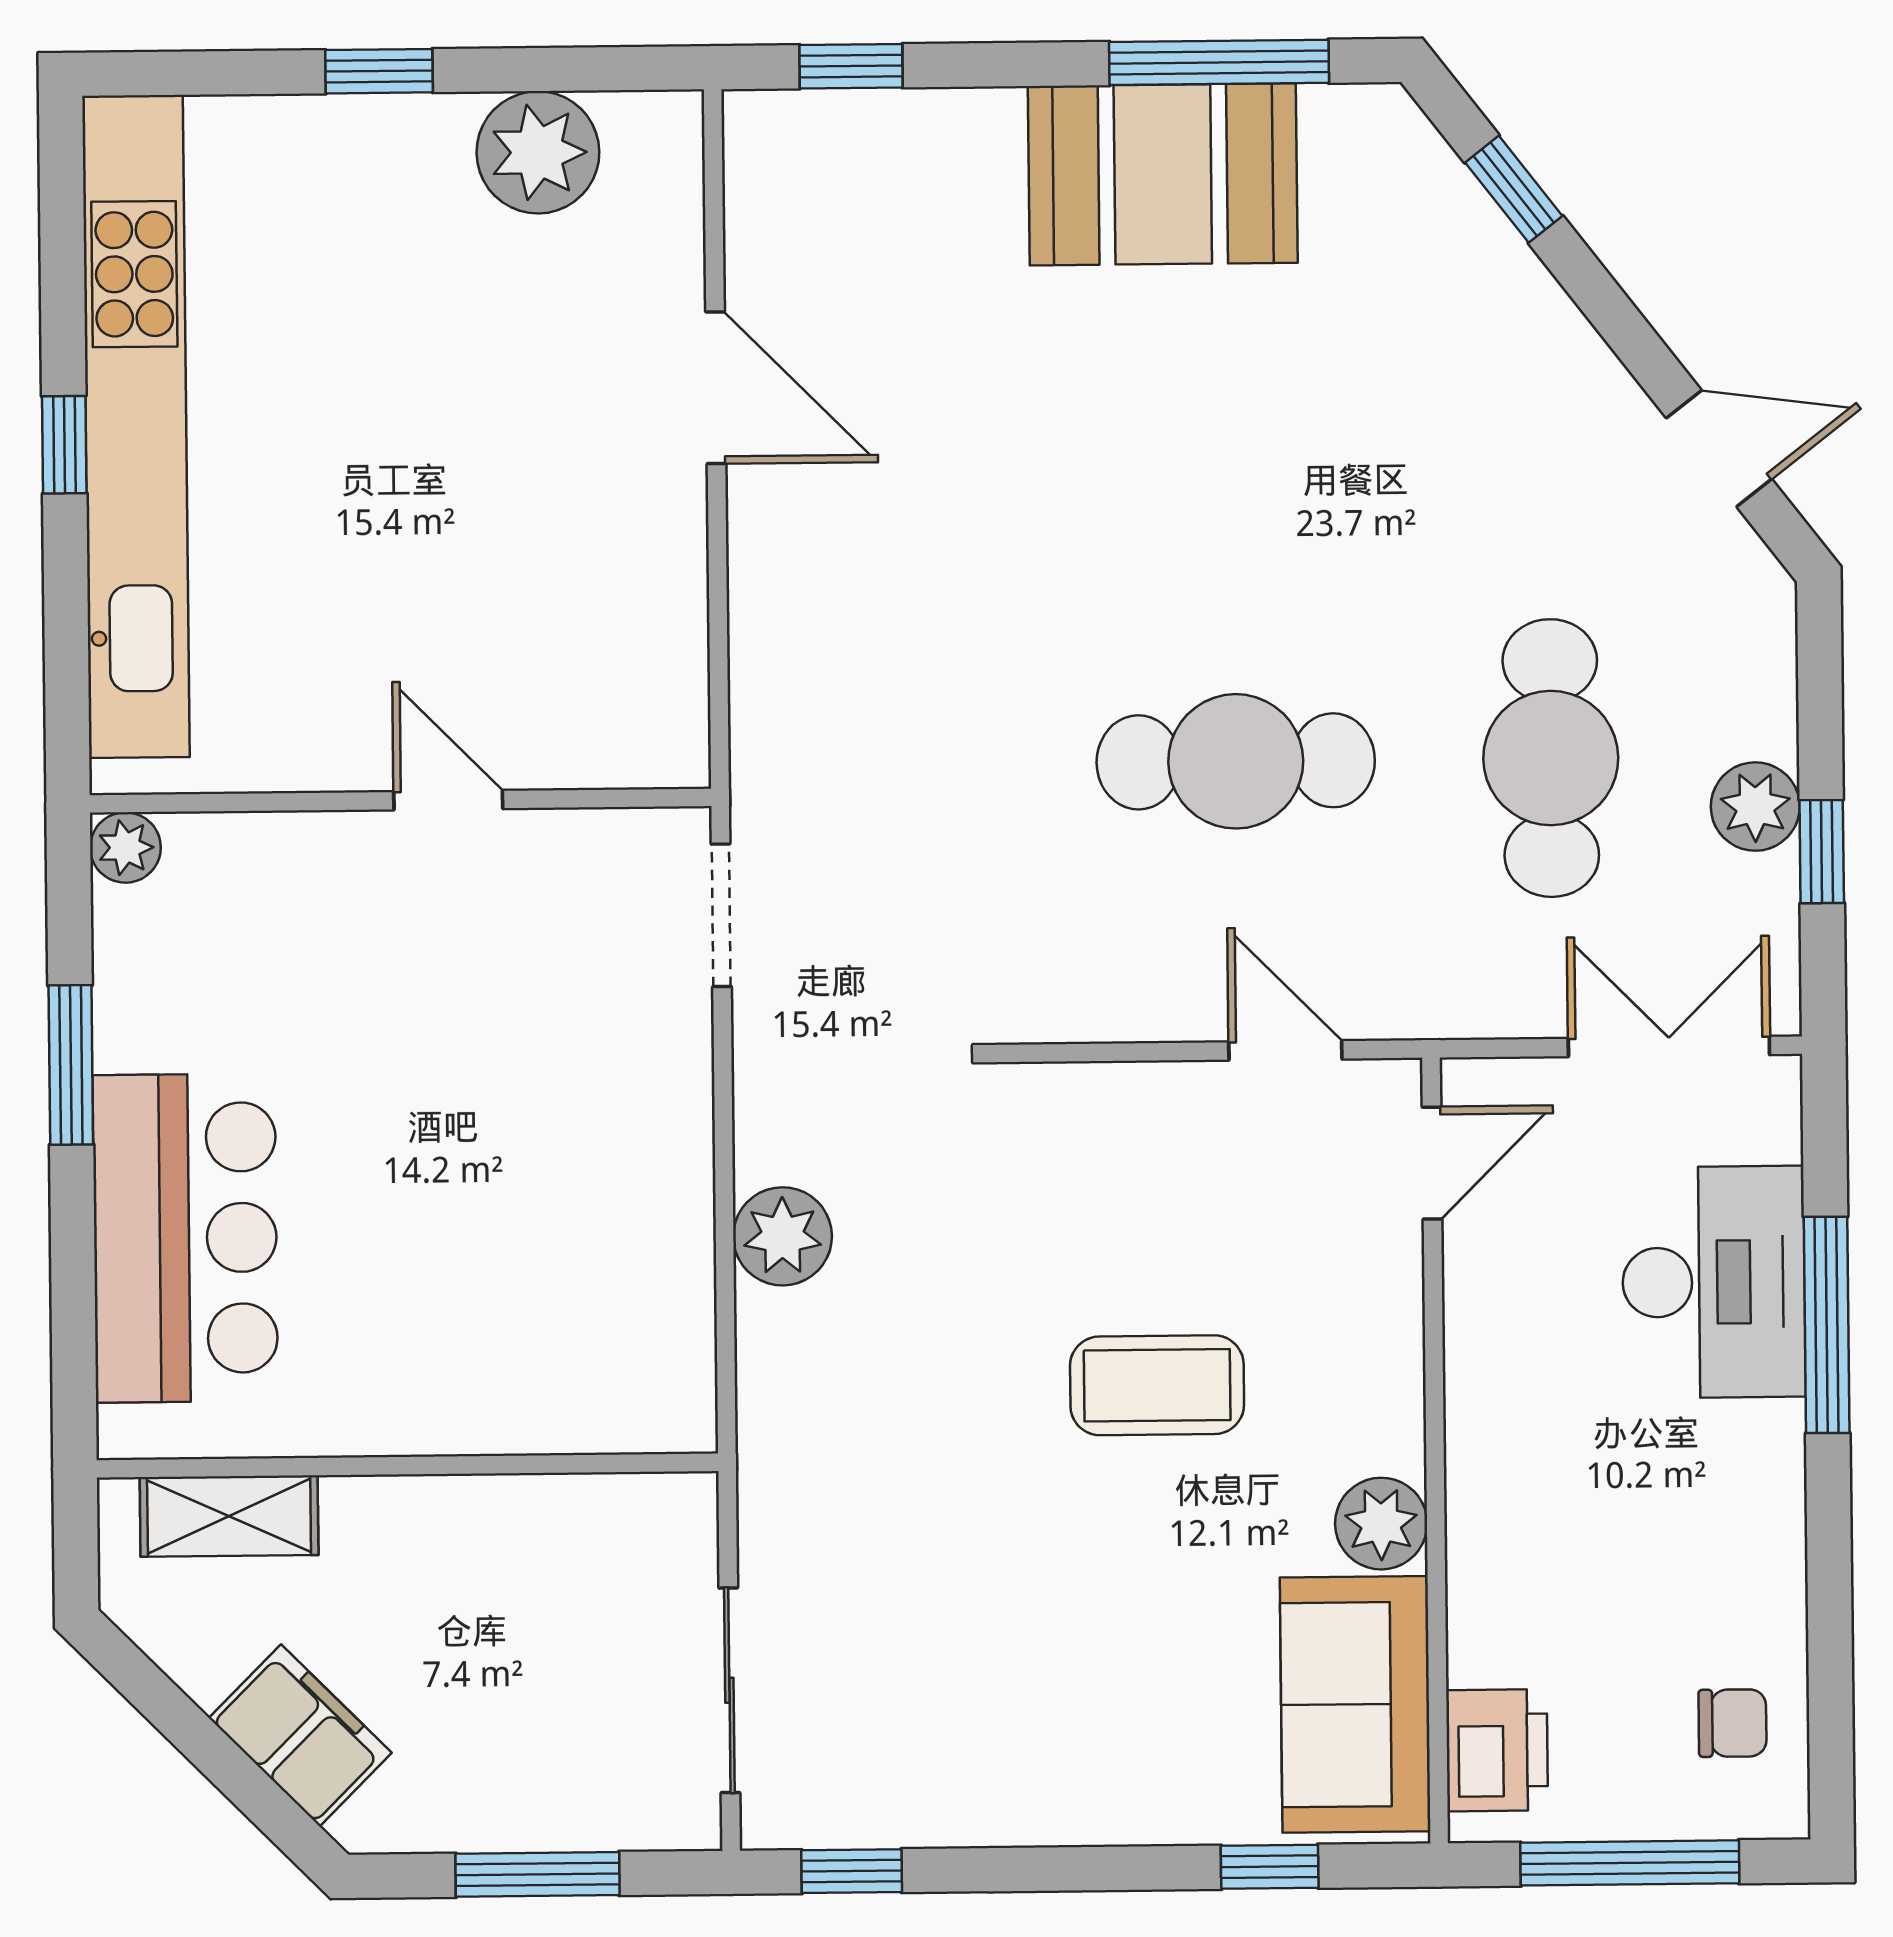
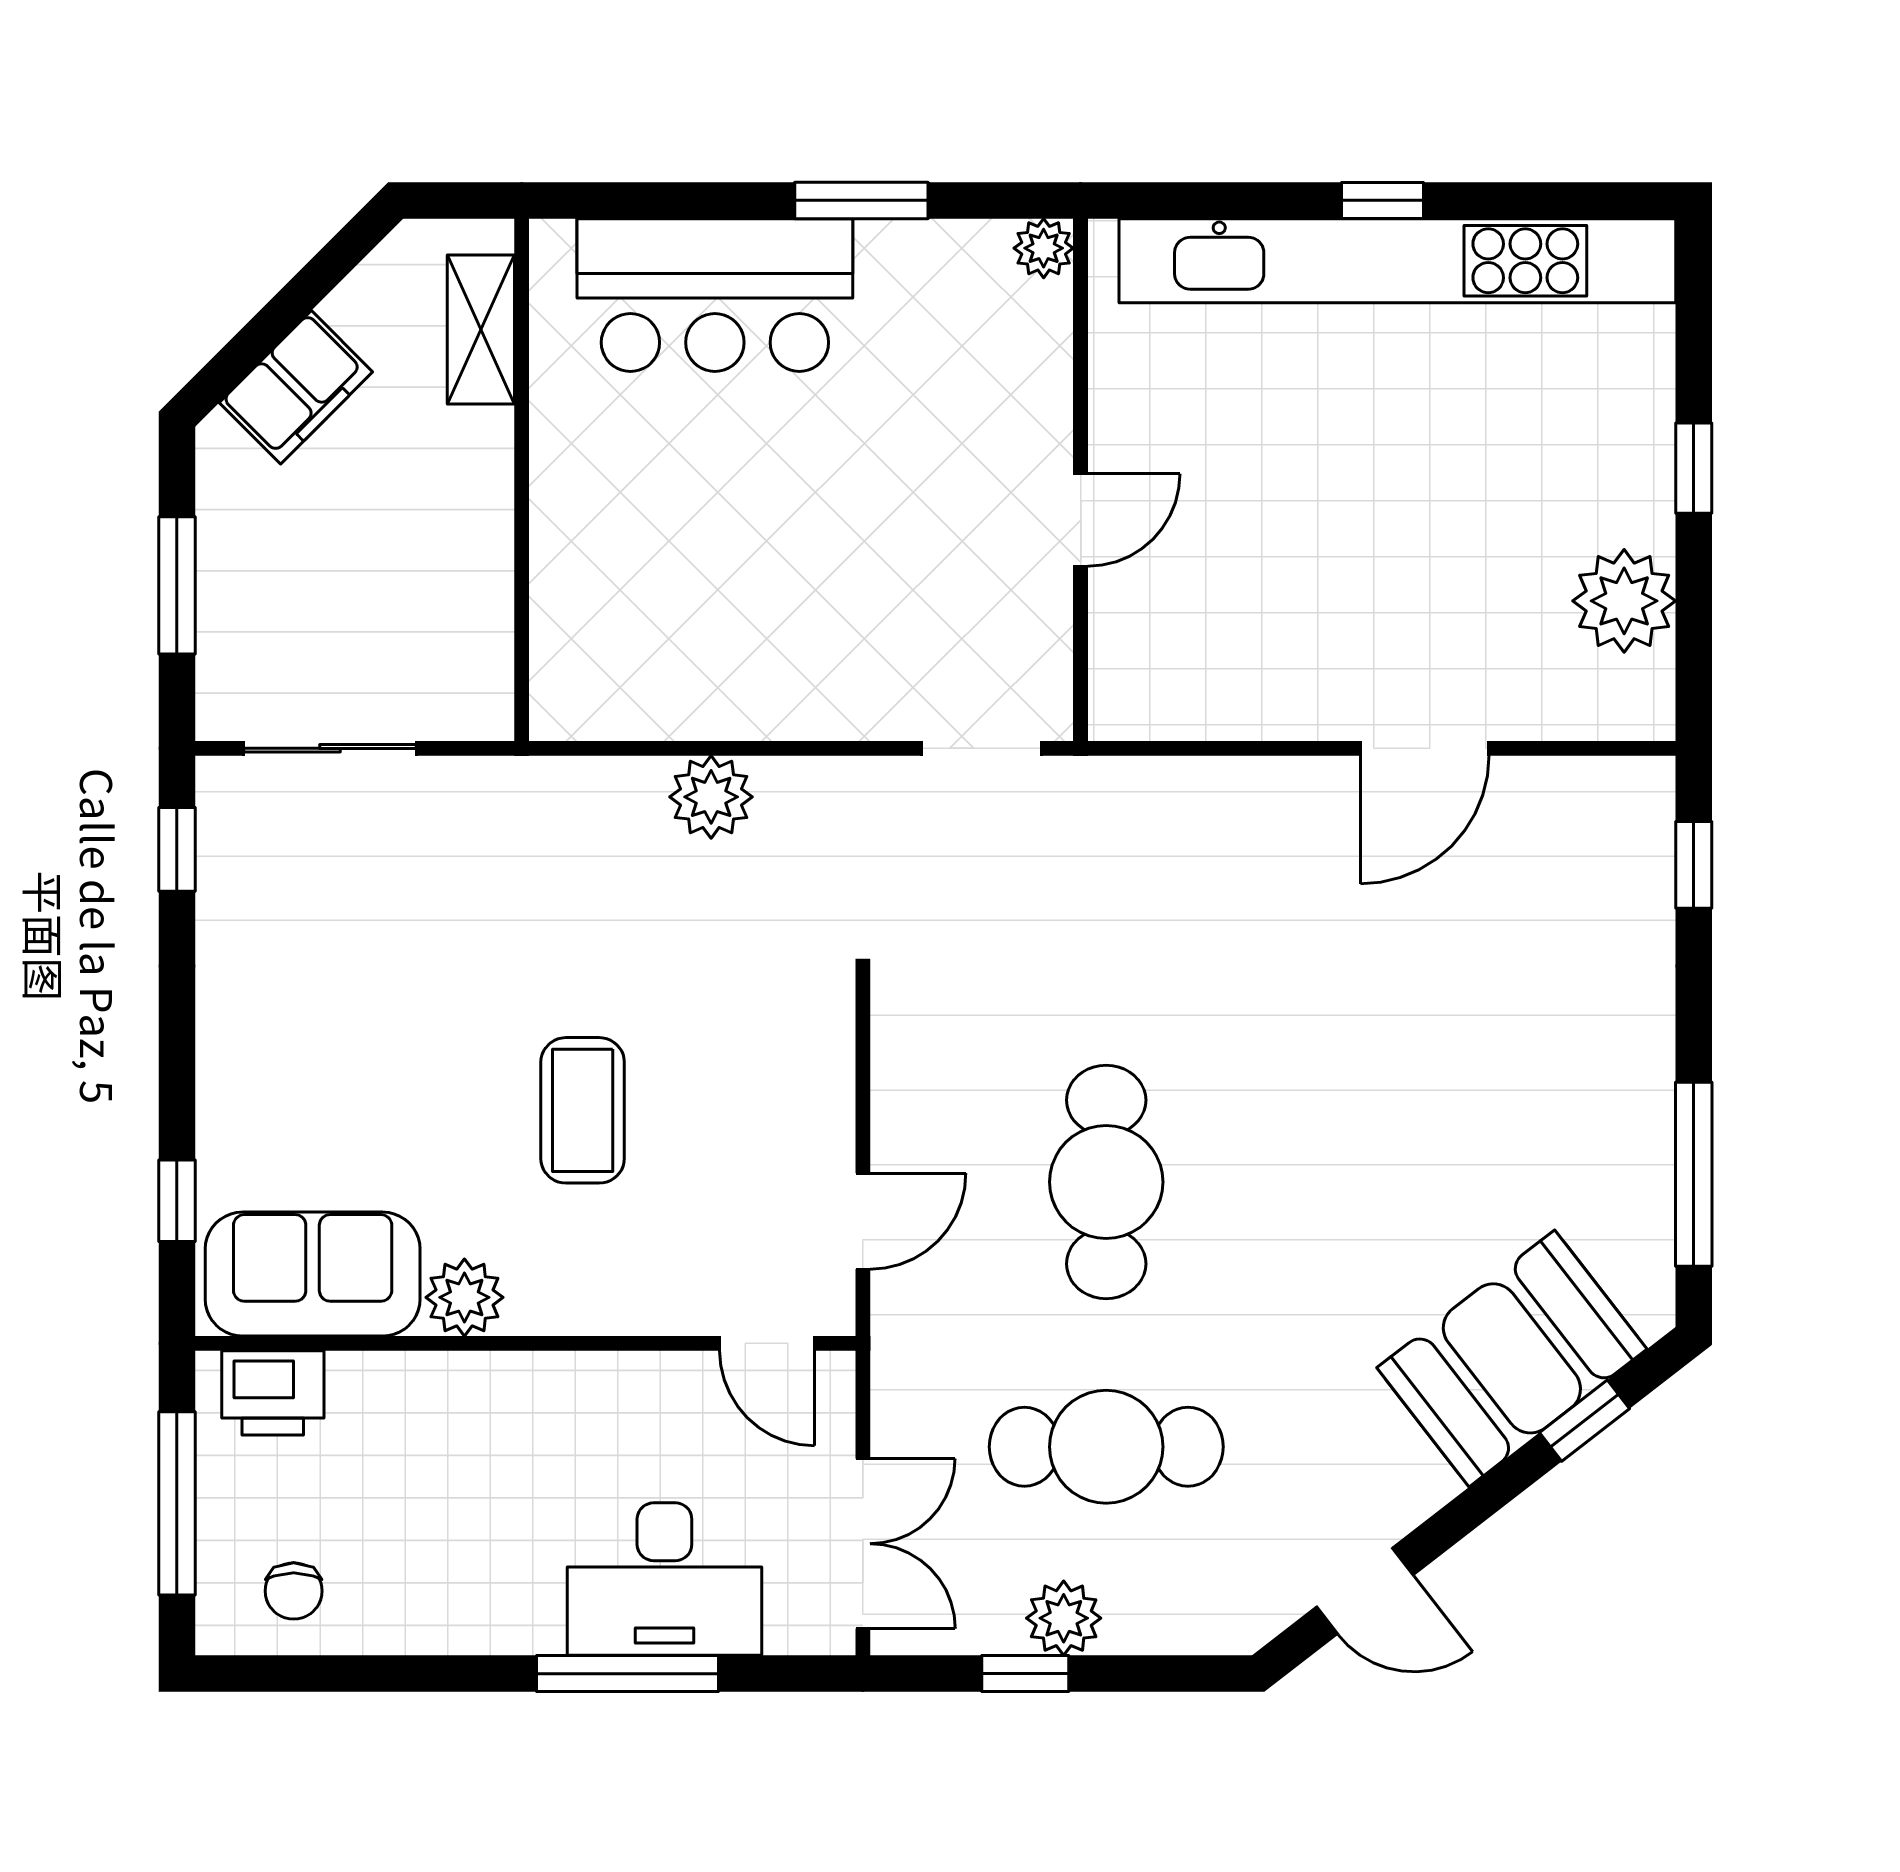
booth: (1163, 174) -> (1512, 1358), moved, turned 52
door: (1719, 448) -> (1365, 1591), hinge flipped

